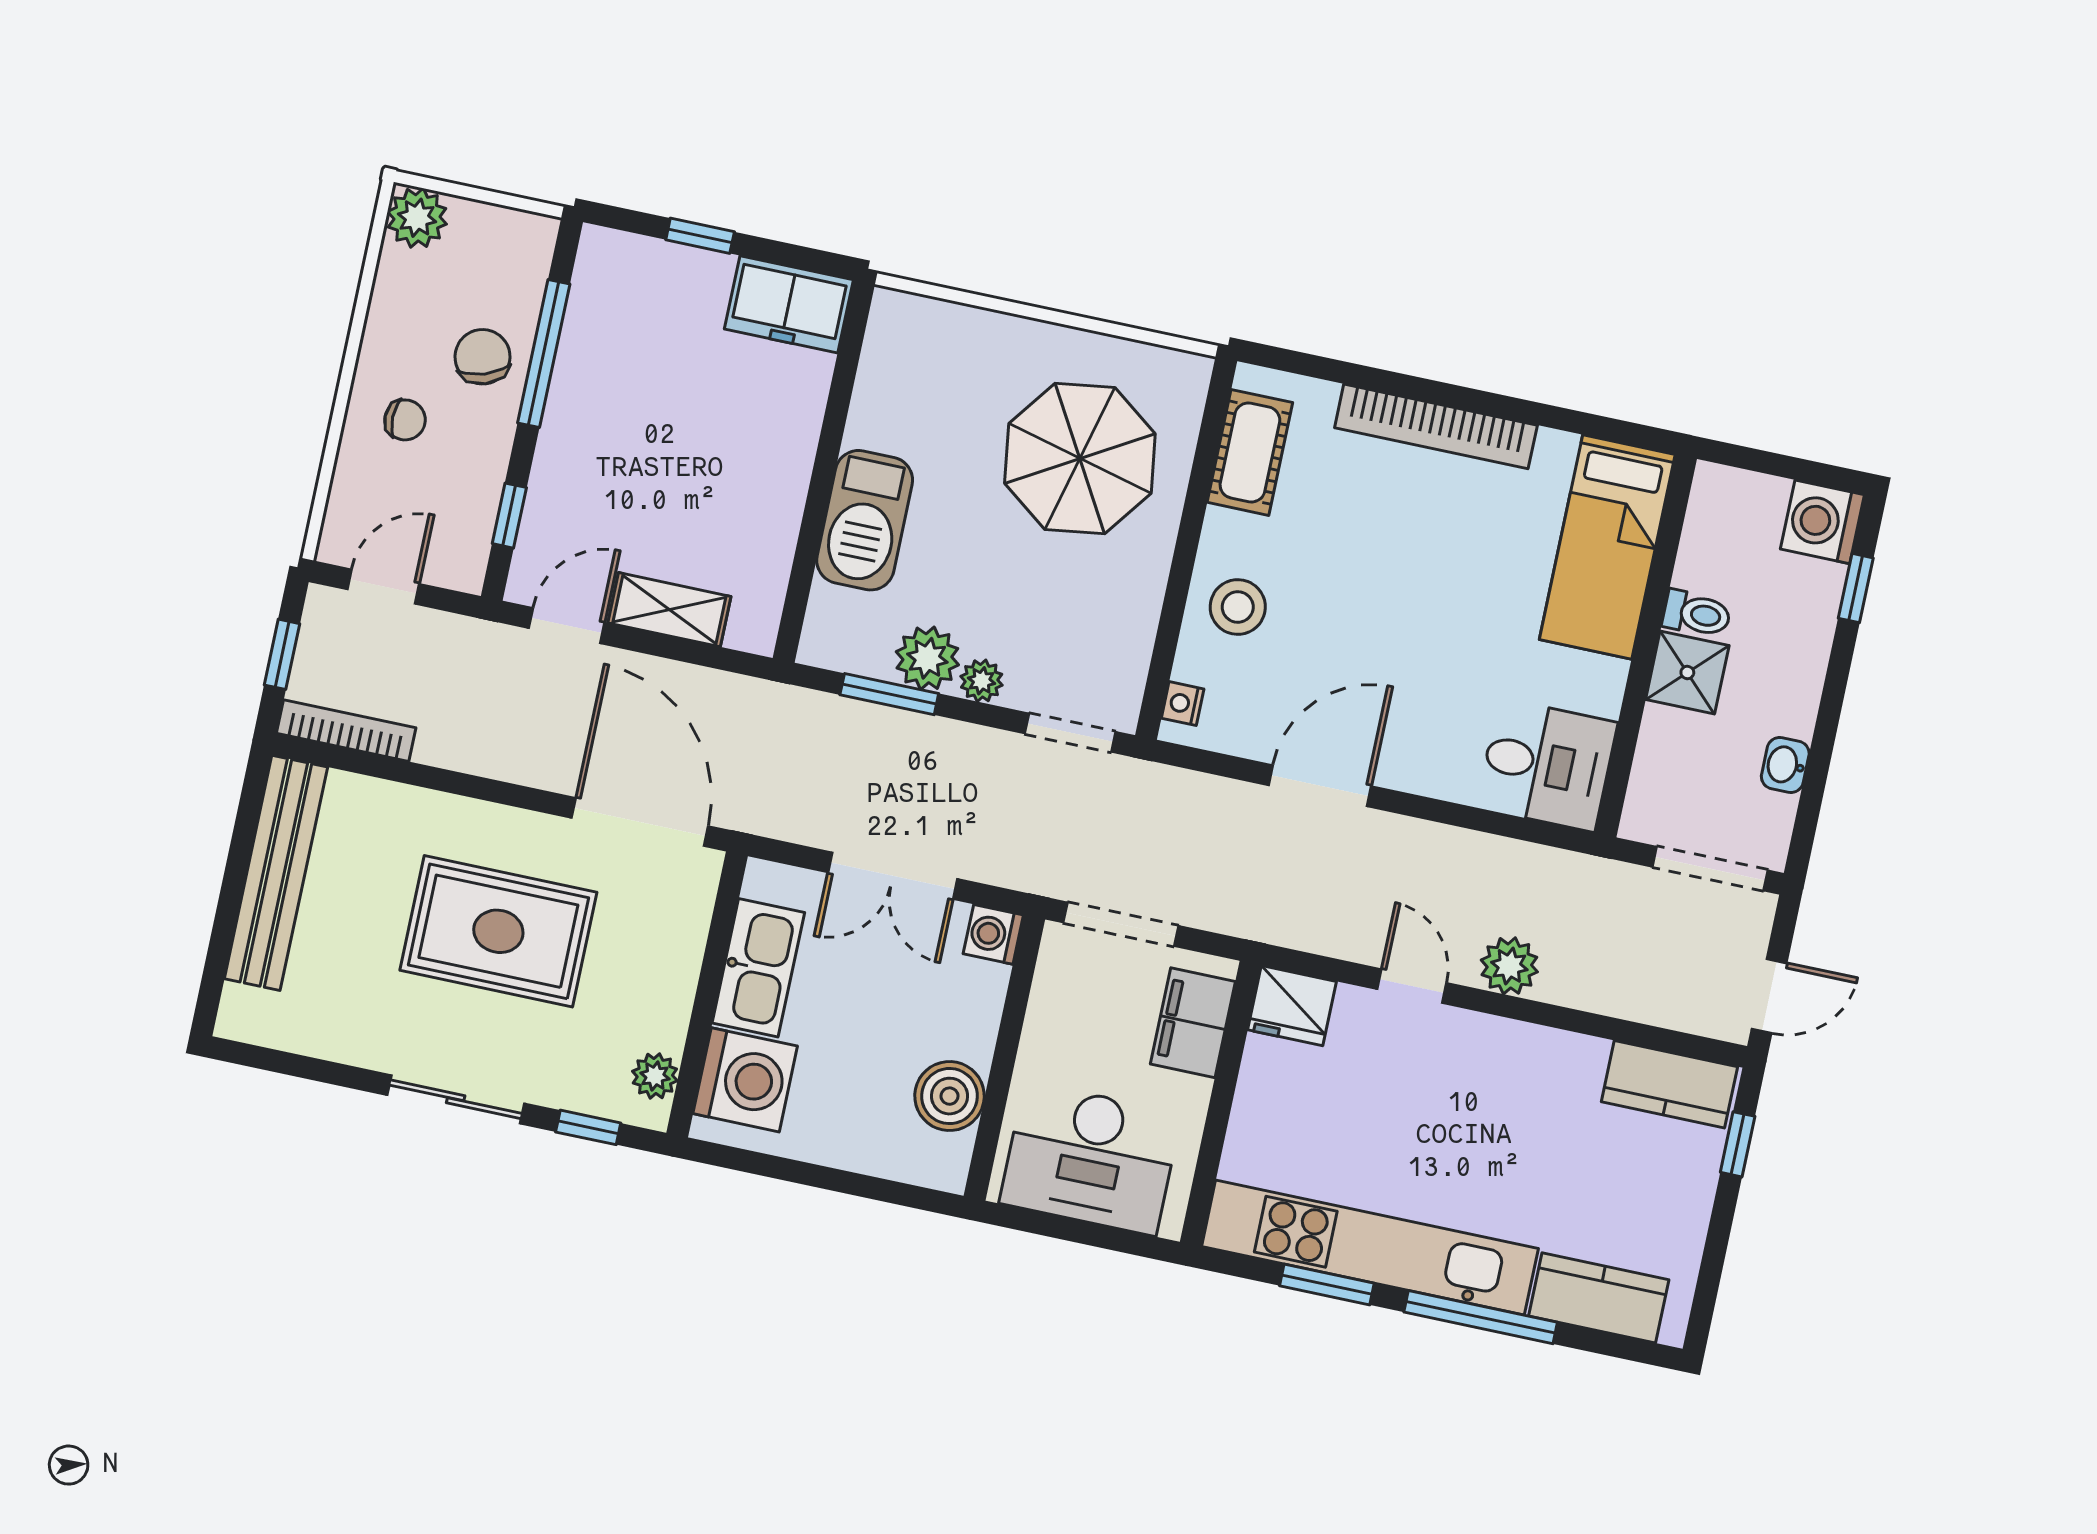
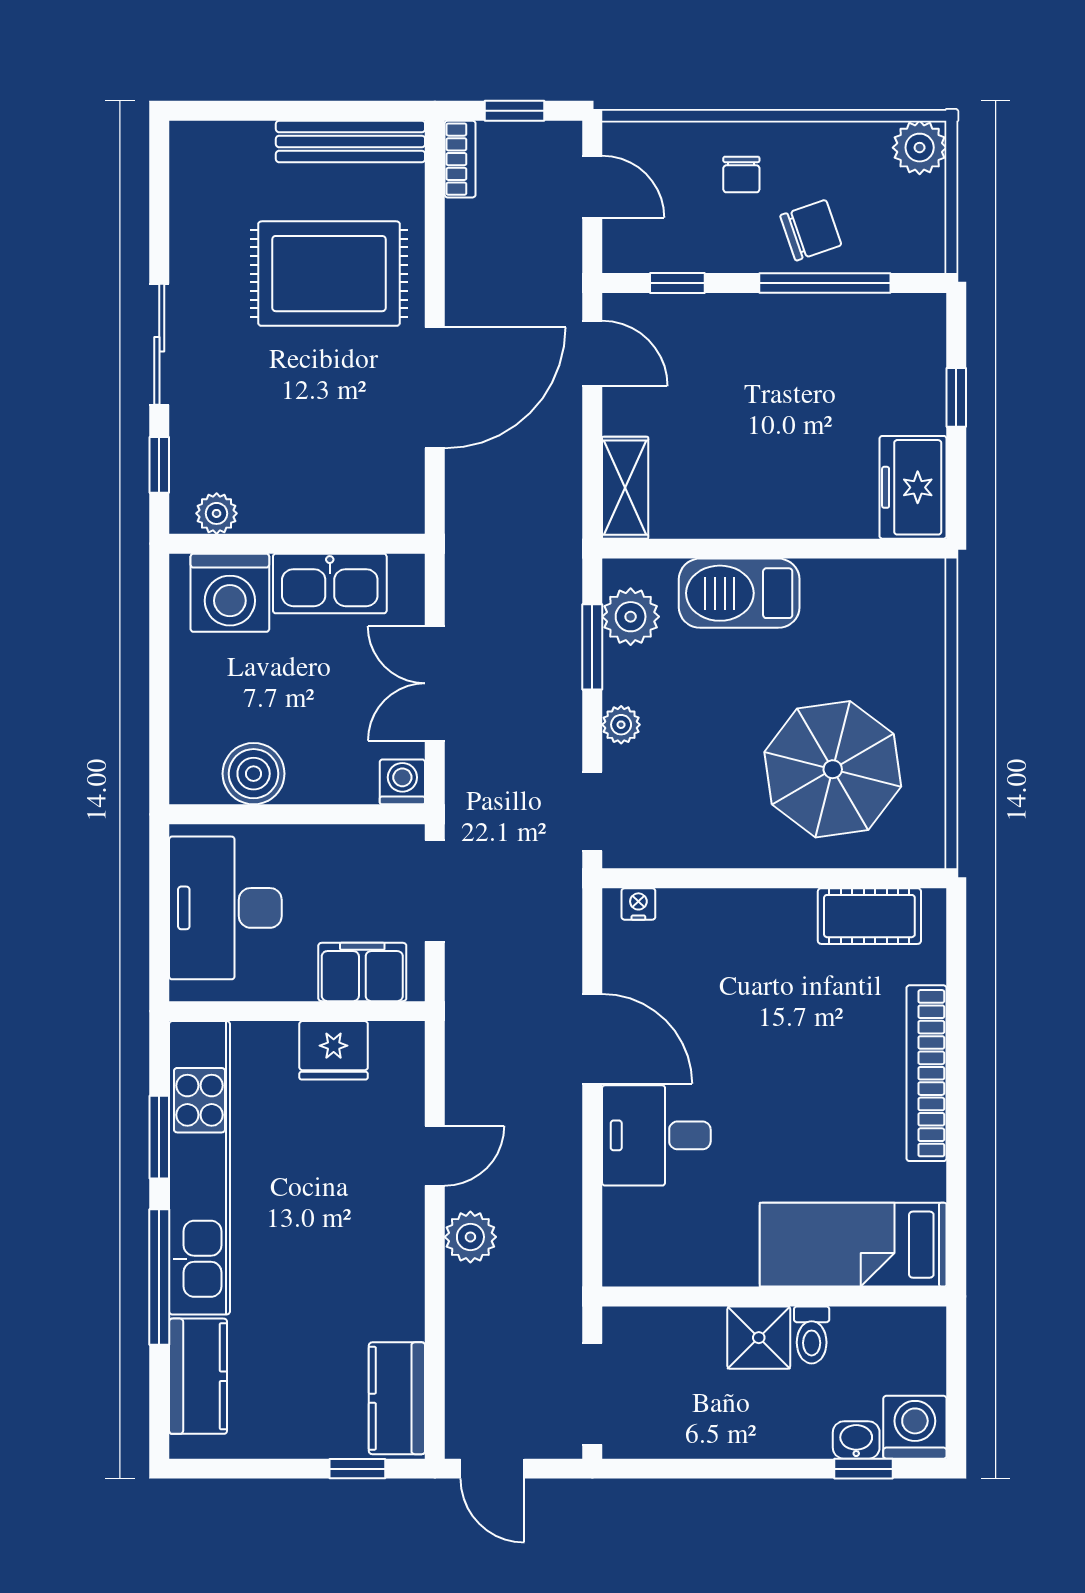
stool: (1238, 607) -> (733, 934), removed
shelving: (669, 610) -> (625, 488), moved
plant: (927, 658) -> (631, 617), moved
bookcase: (346, 731) -> (460, 159), width x0.64
desk: (1547, 765) -> (656, 1135), moved, turned 90
washbasin: (1785, 765) -> (856, 1440), moved
door: (640, 822) -> (435, 388), moved
bench: (276, 873) -> (350, 141), width x0.73, depth x0.82
rug: (498, 931) -> (329, 274), moved, turned 90
fridge: (1292, 1006) -> (334, 1050), moved, turned -90

